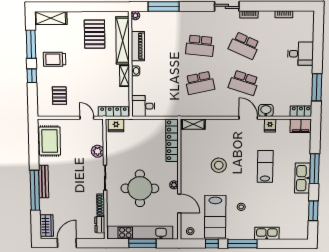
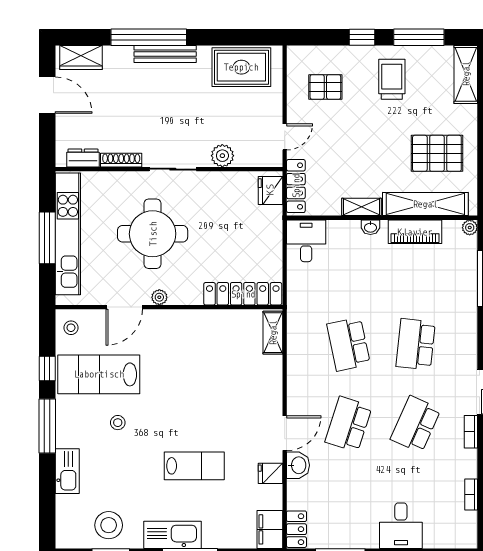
stool: (219, 165) -> (109, 525), moved

